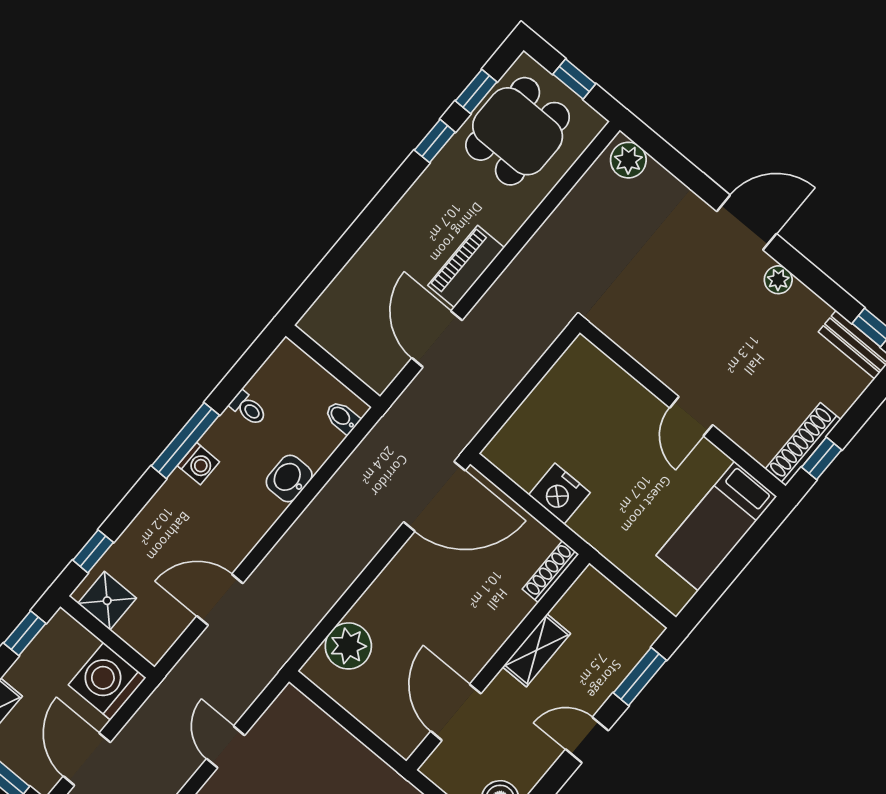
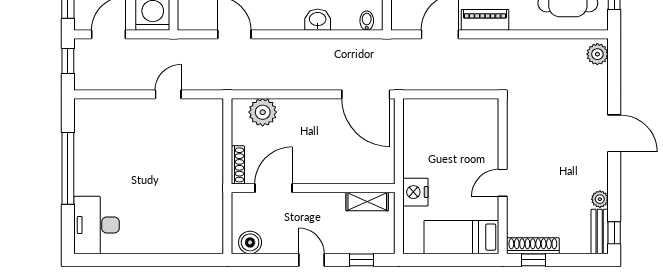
plant: (778, 280) -> (600, 199), moved
nightstand: (559, 494) -> (415, 192), moved
shoe rack: (551, 572) -> (238, 165), moved, turned 90
shelving: (536, 650) -> (367, 201), moved
window: (640, 676) -> (362, 260), width x0.67

